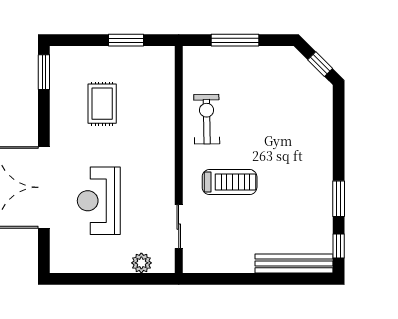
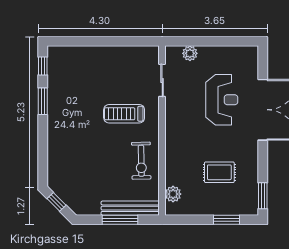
window: (126, 40) -> (226, 220), moved
plant: (164, 75) -> (173, 194), added
rug: (102, 104) -> (219, 172), turned 90
bench: (294, 263) -> (130, 208), moved

